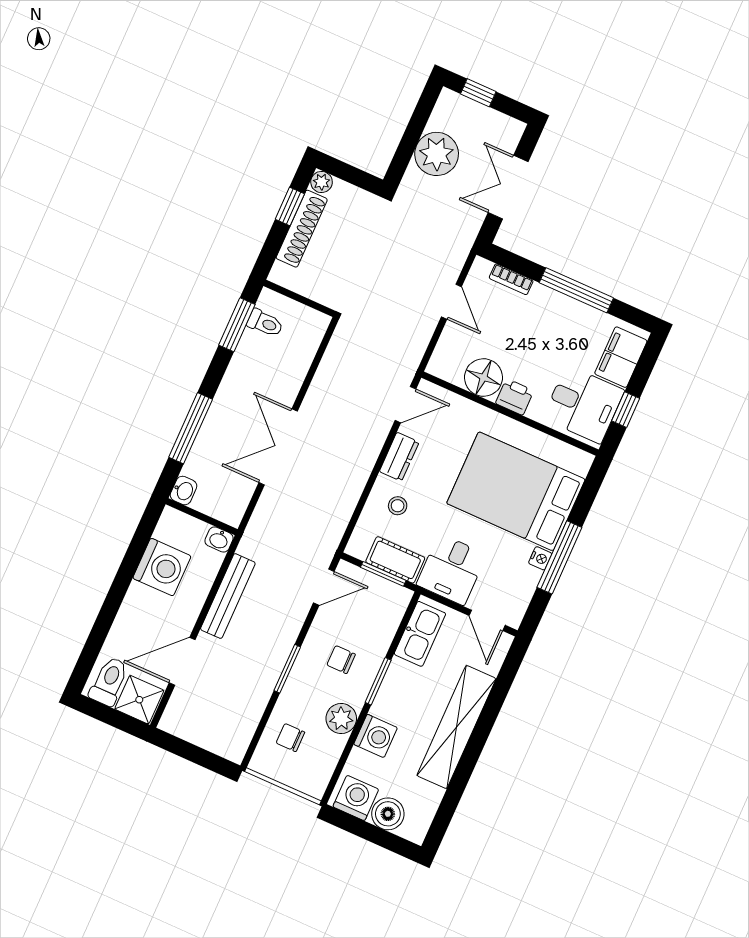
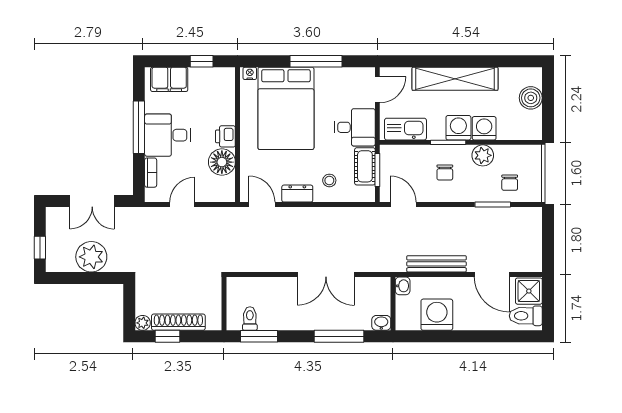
desk: (583, 404) -> (168, 135), moved, turned -90
nightstand: (540, 558) -> (250, 73), moved
window: (287, 669) -> (493, 205), moved
washing machine: (356, 798) -> (458, 128), moved, turned 90

